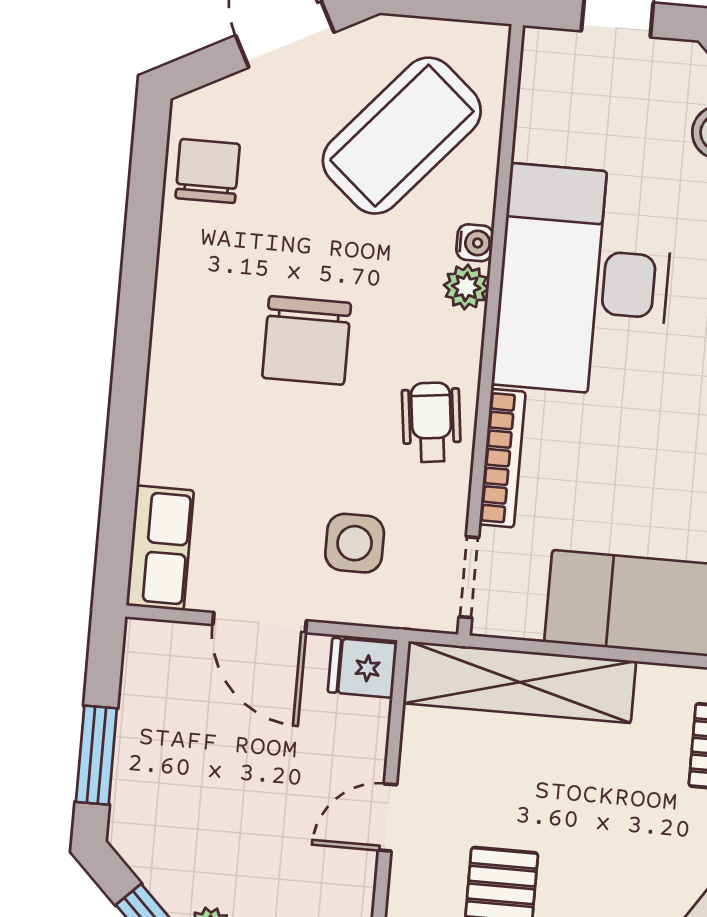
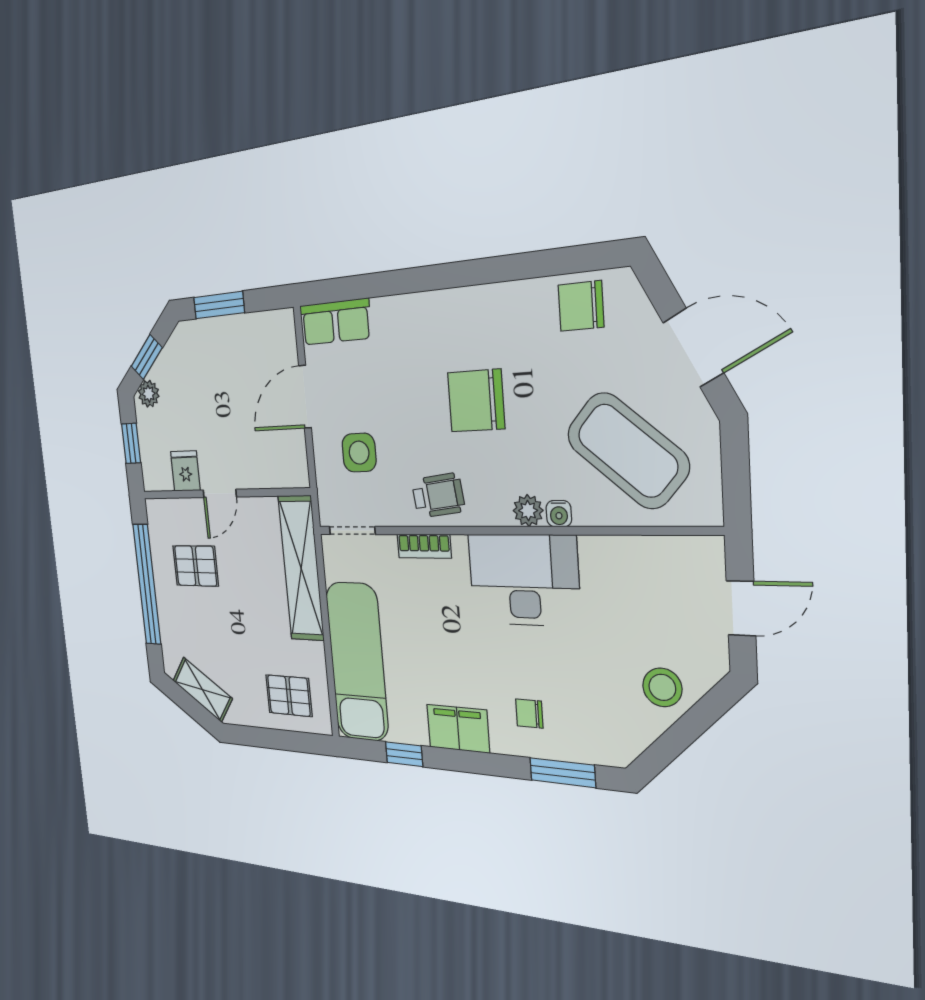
chair: (208, 171) -> (581, 306), turned 180
desk: (584, 281) -> (524, 580), width x0.73, depth x0.77
bookcase: (502, 458) -> (424, 546), width x0.64
fridge: (362, 668) -> (185, 471), moved
door: (388, 817) -> (220, 493), swing flipped

